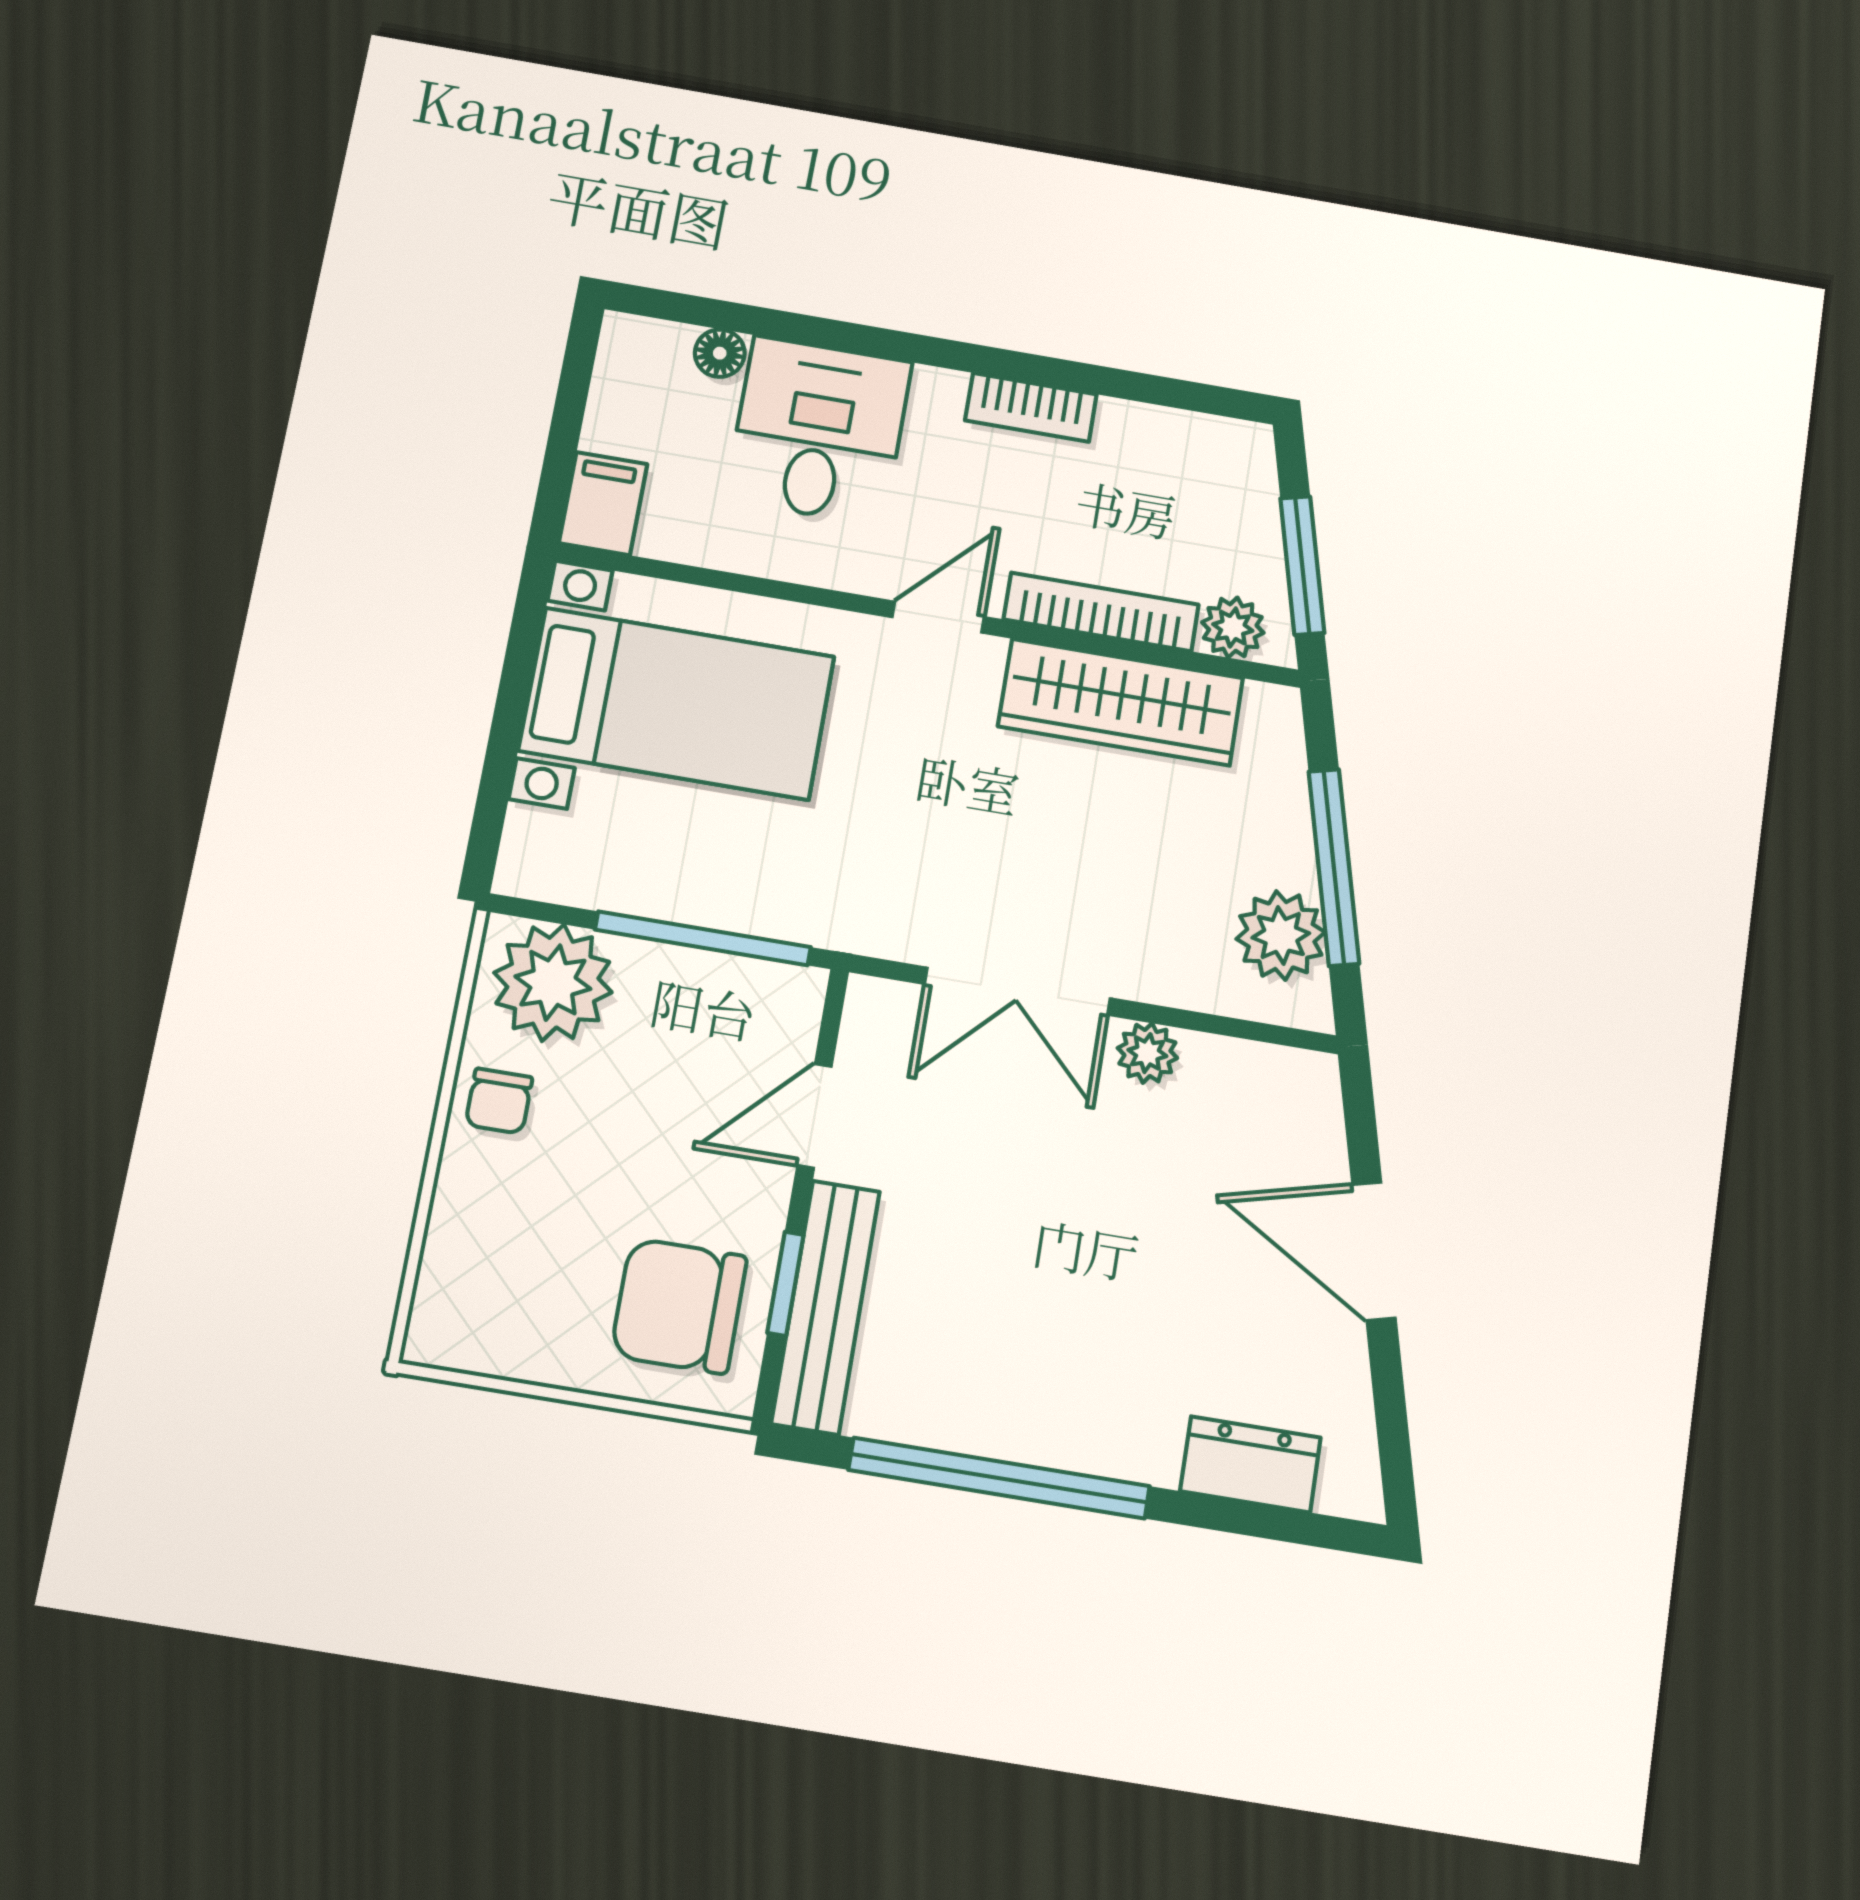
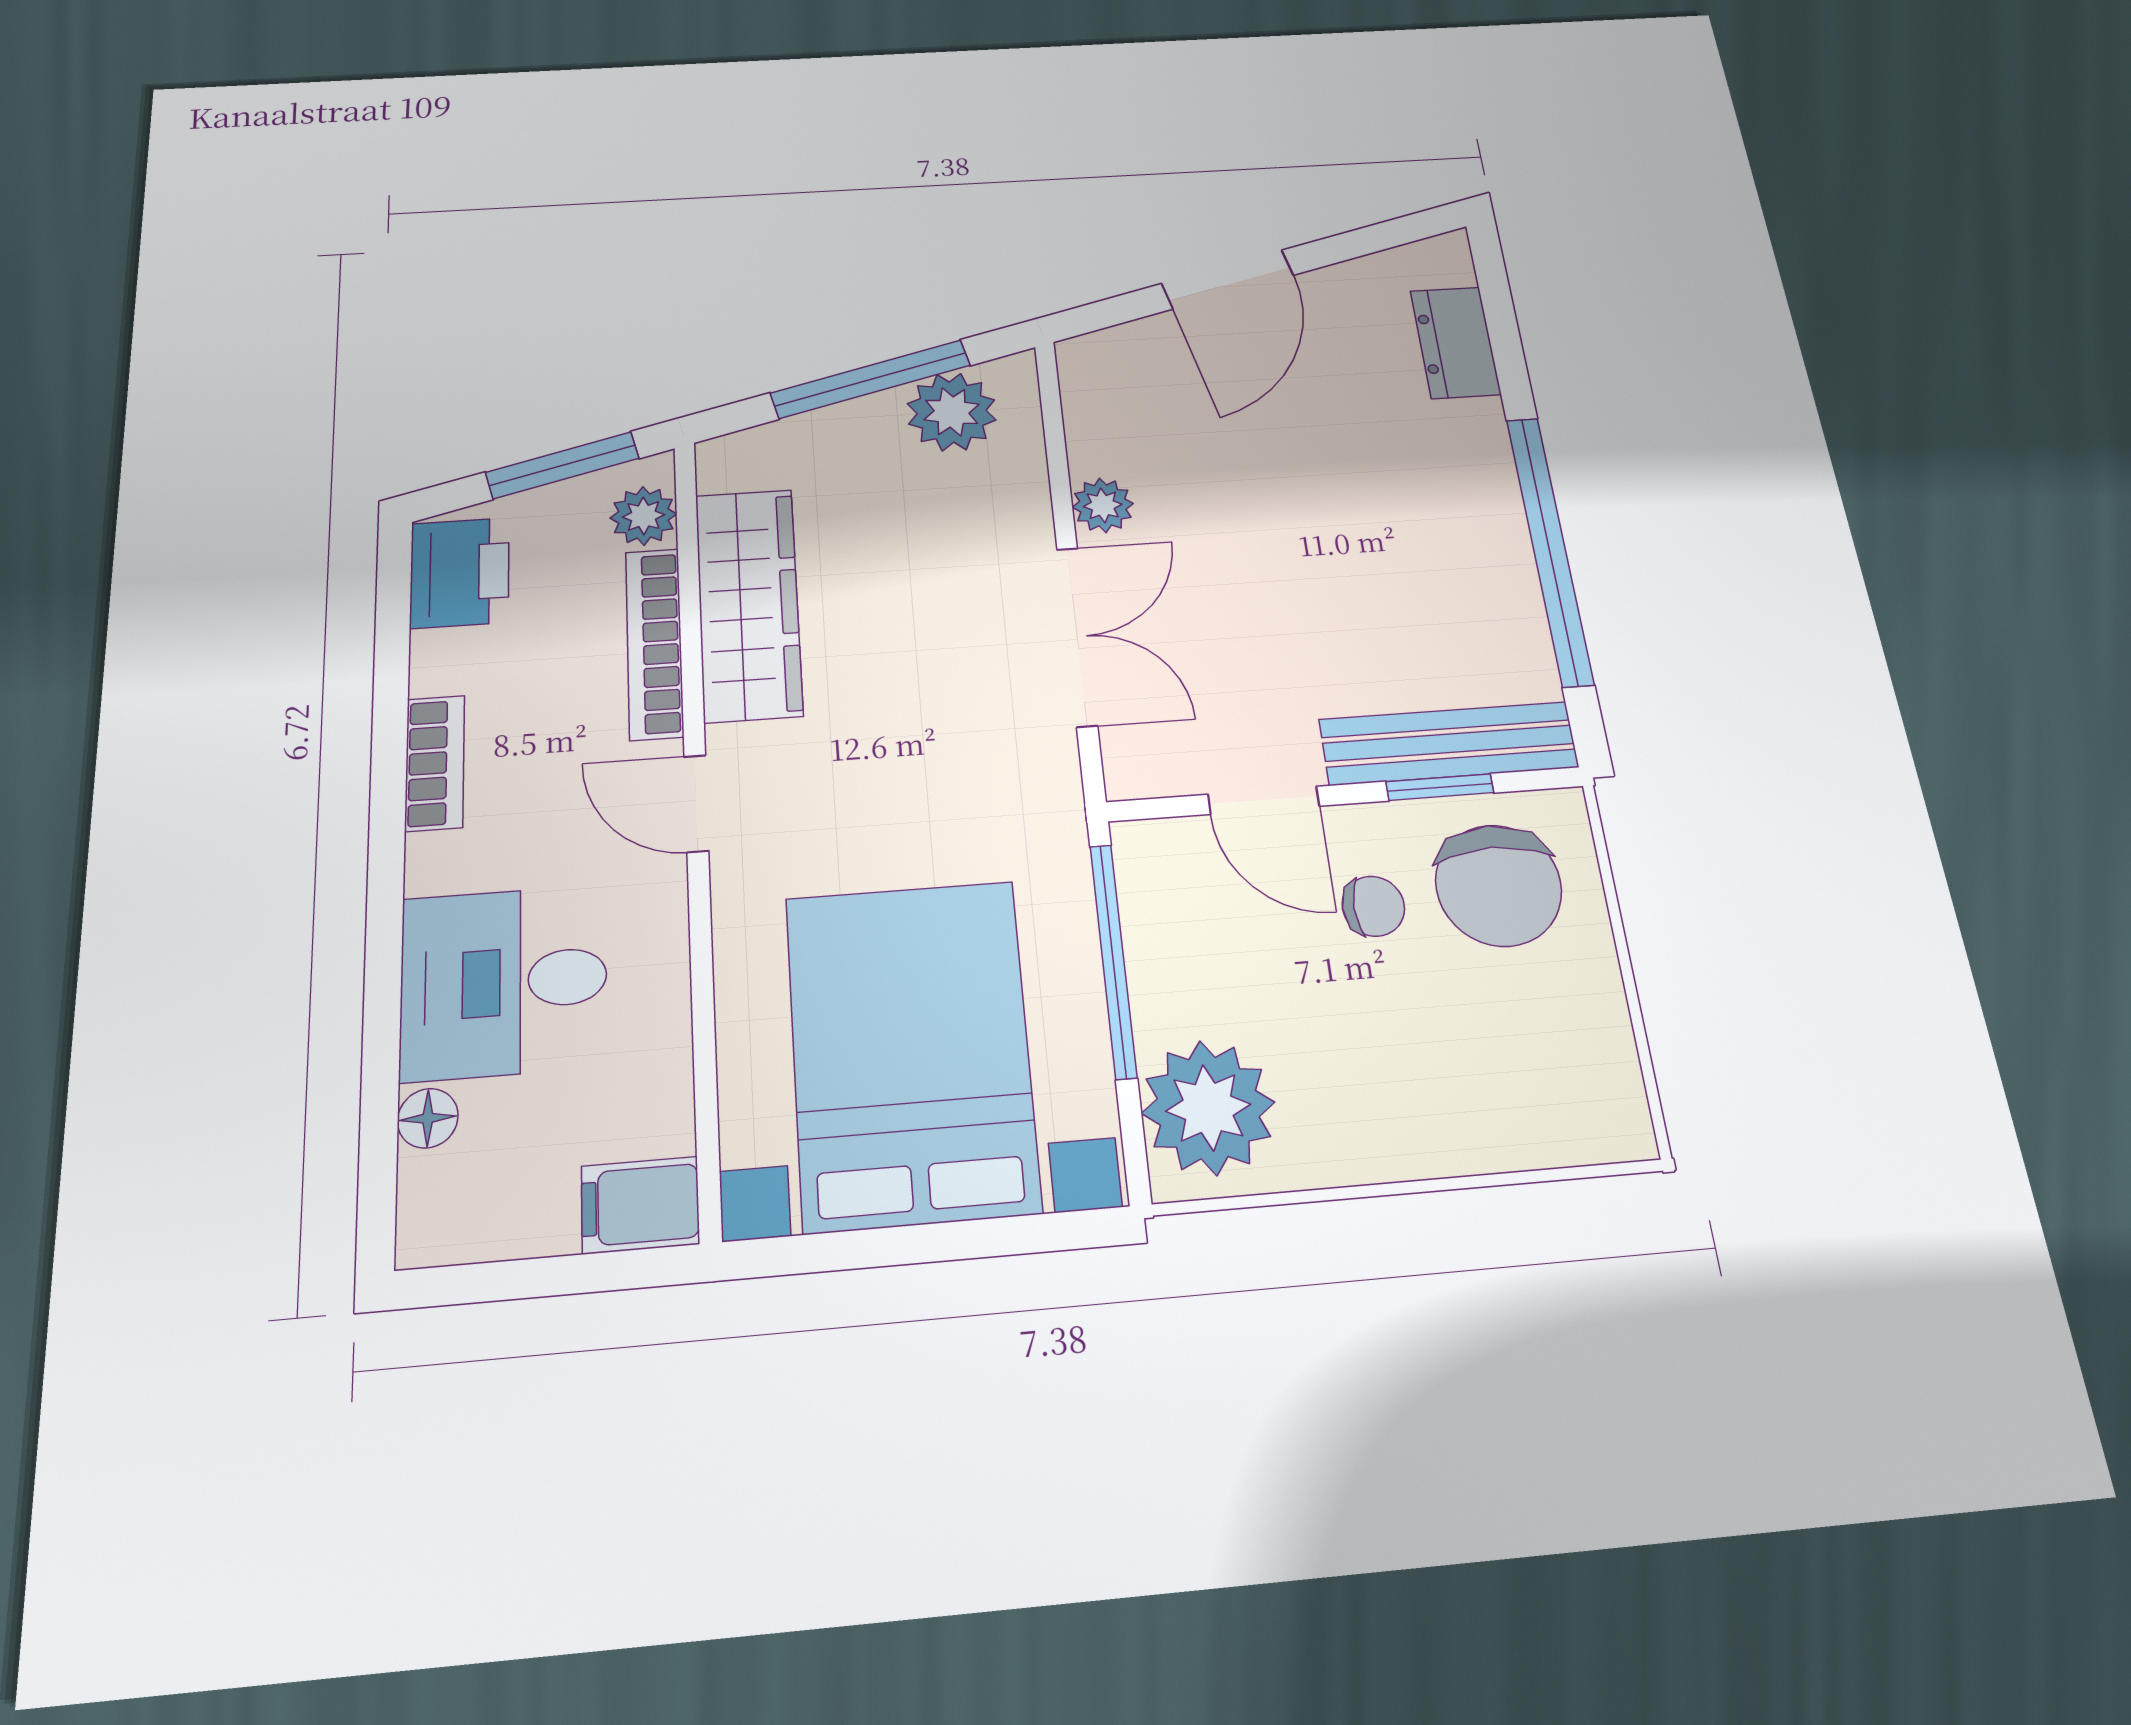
printer: (1211, 457) -> (460, 573), added
bed with nightstands: (677, 704) -> (911, 1052), width x1.36
chair: (499, 1101) -> (1373, 906), moved

